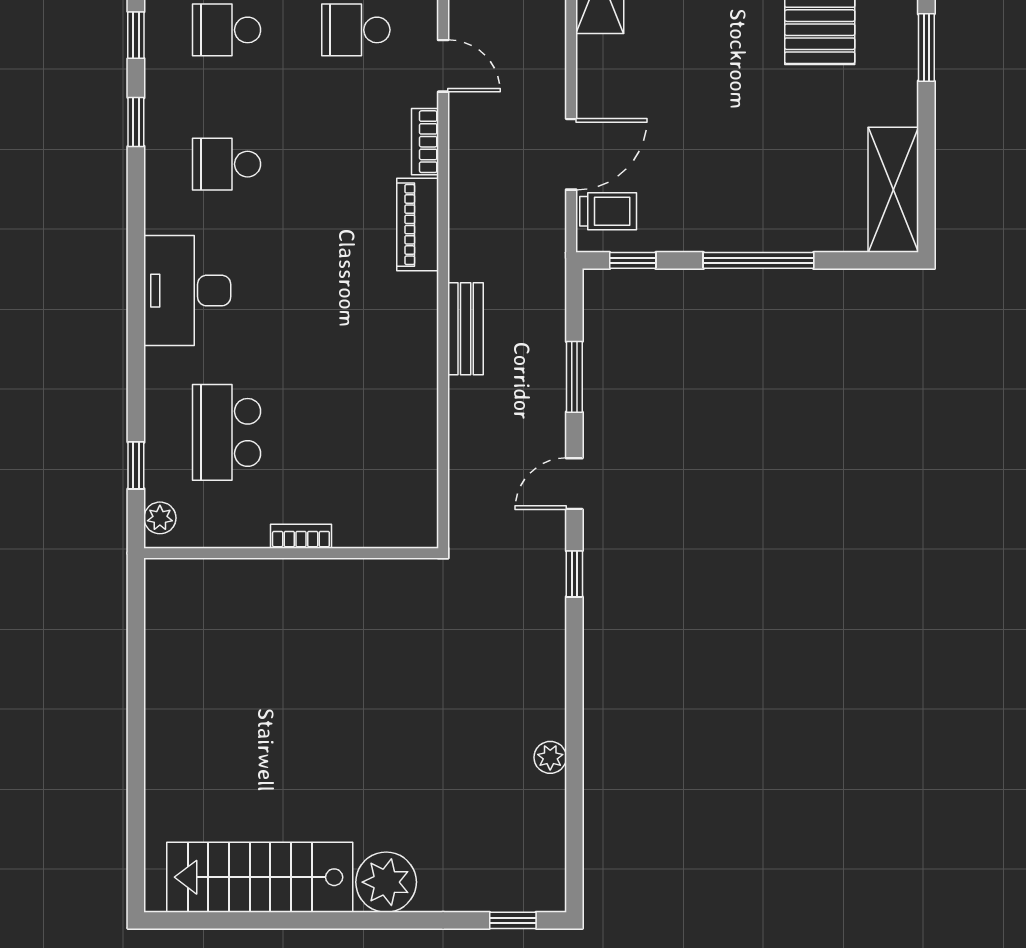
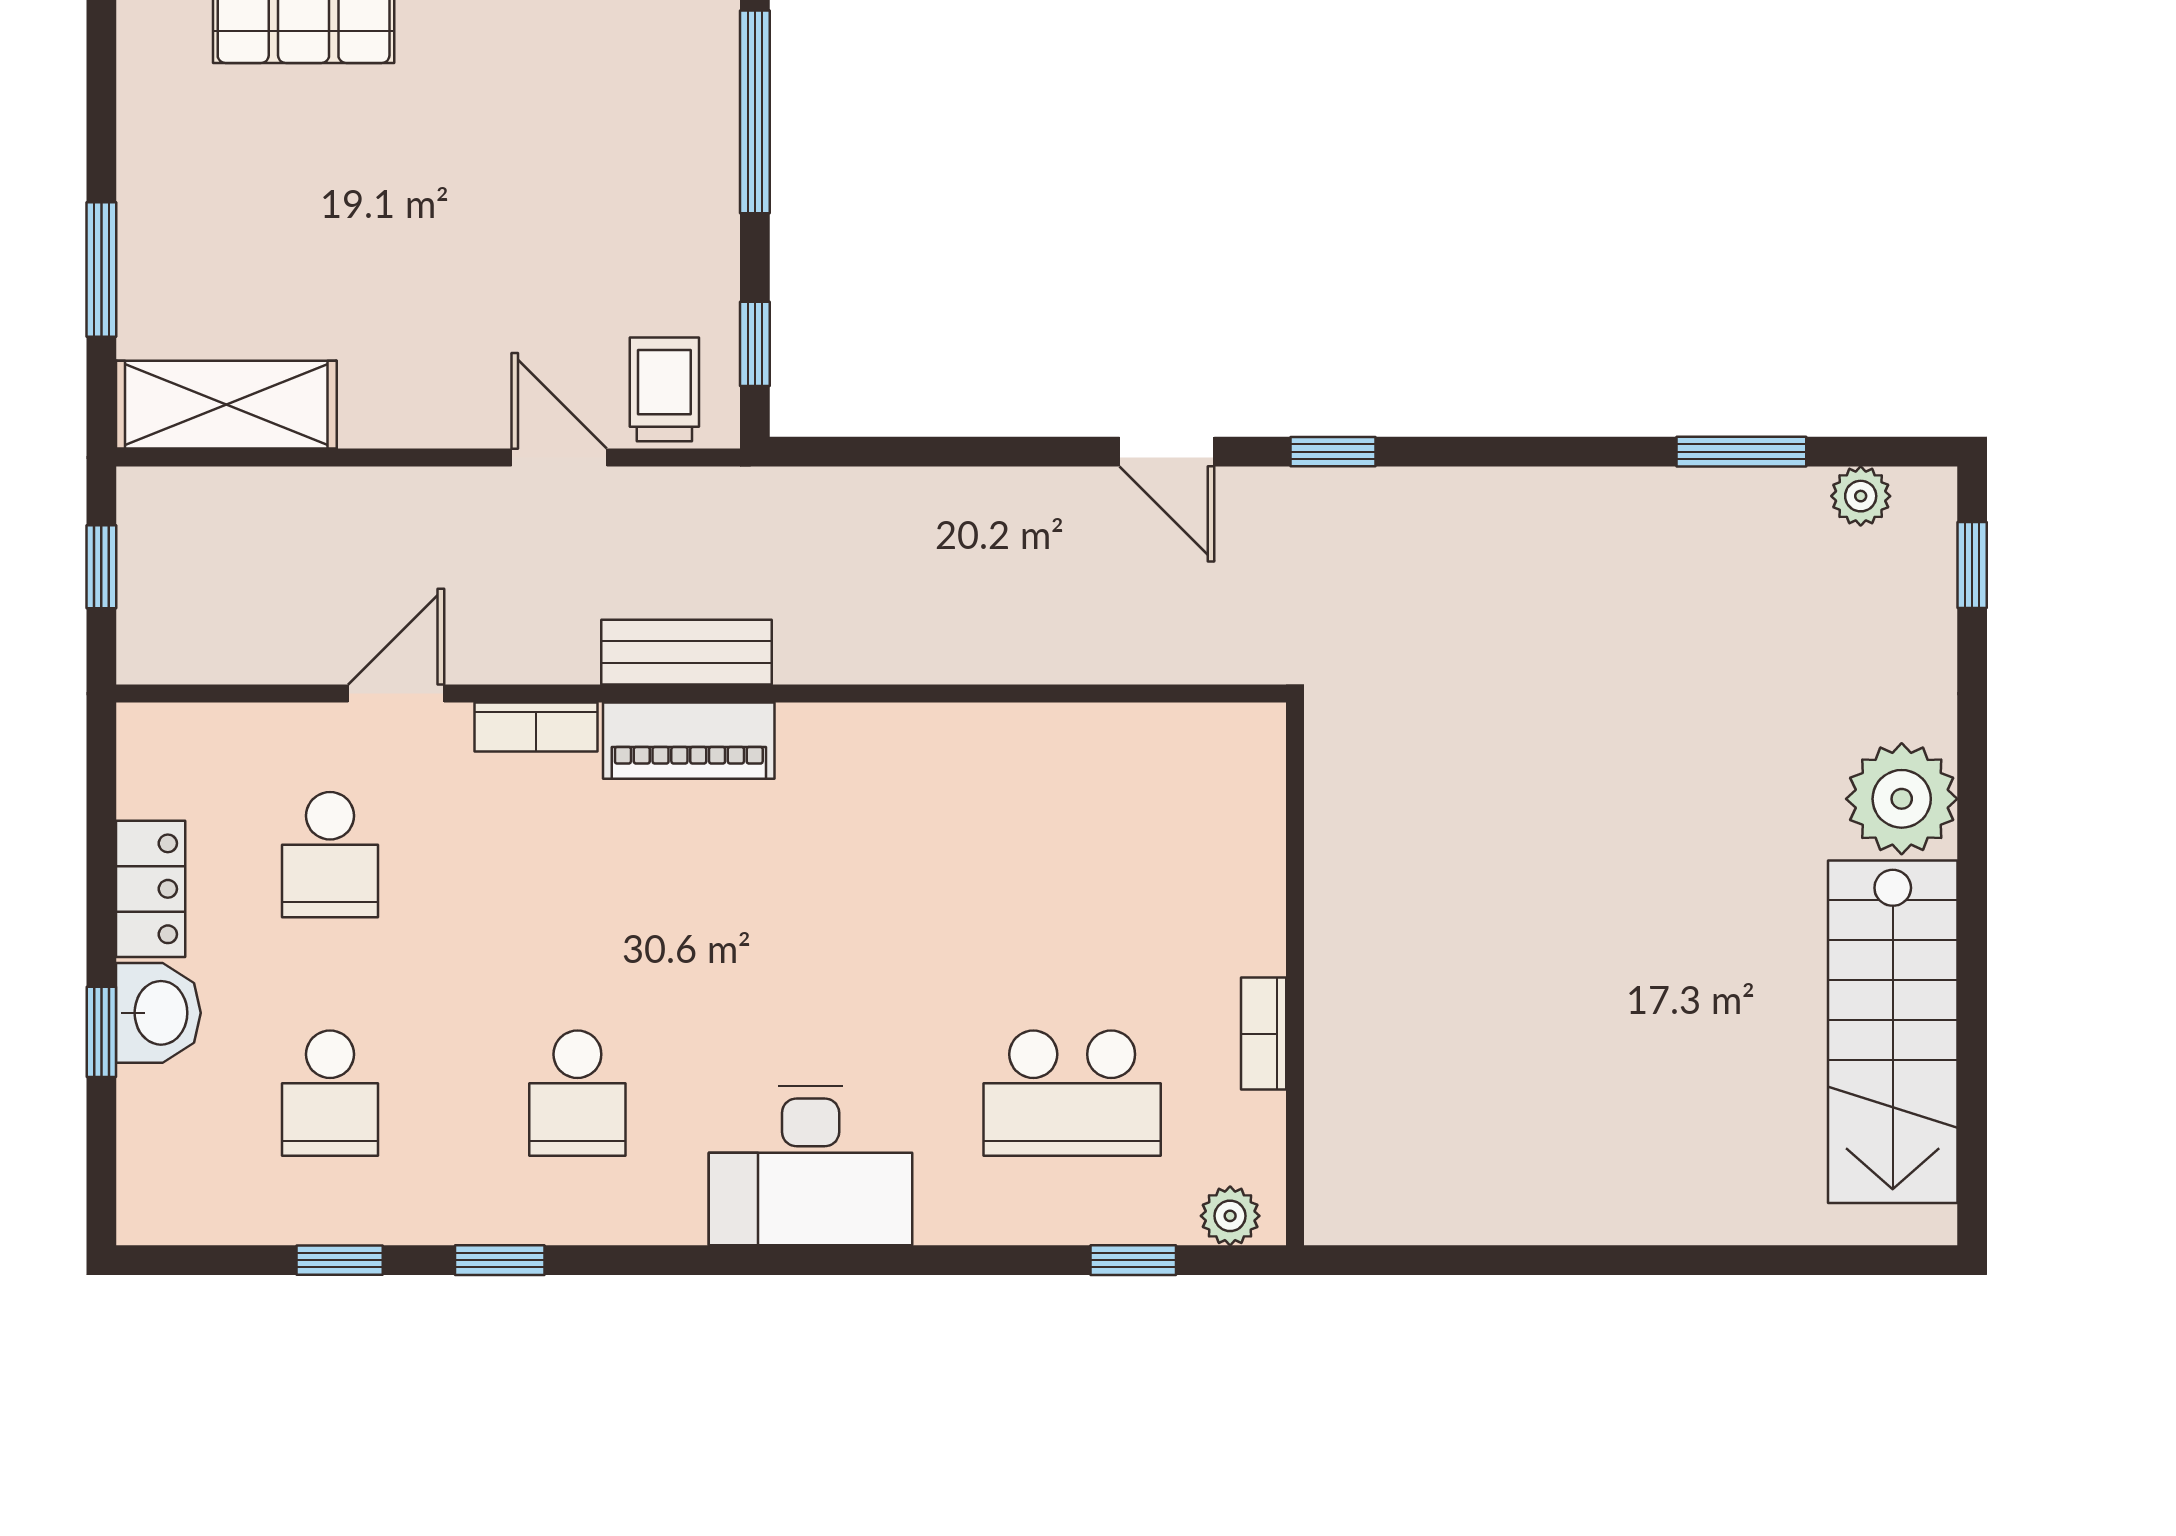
door: (571, 154) -> (559, 458), width x0.73
bench: (466, 329) -> (686, 652), moved
window: (574, 377) -> (1741, 452), moved
bookcase: (301, 536) -> (1264, 1034), moved
plant: (550, 757) -> (1861, 496), moved

